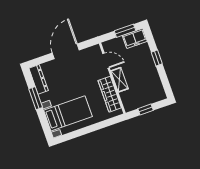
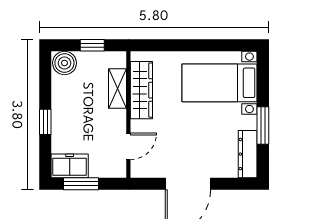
door: (106, 61) -> (128, 146), swing flipped
shelving: (120, 80) -> (117, 89), moved
boiler: (157, 94) -> (64, 63), added

